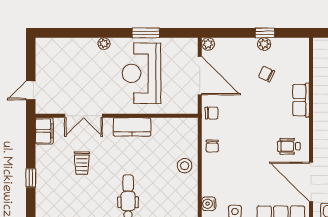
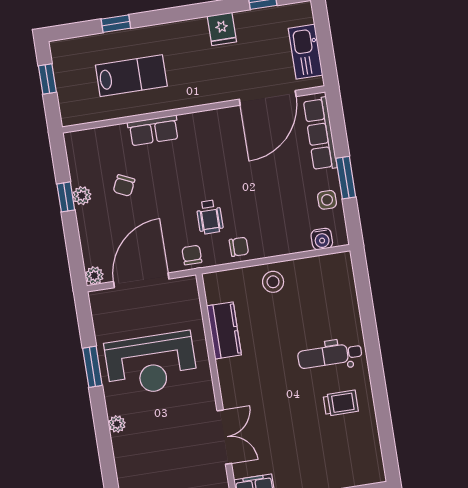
kitchen counter: (132, 127) -> (224, 330), moved
wheelchair: (289, 146) -> (210, 217), moved
trolley: (82, 163) -> (341, 403), moved

